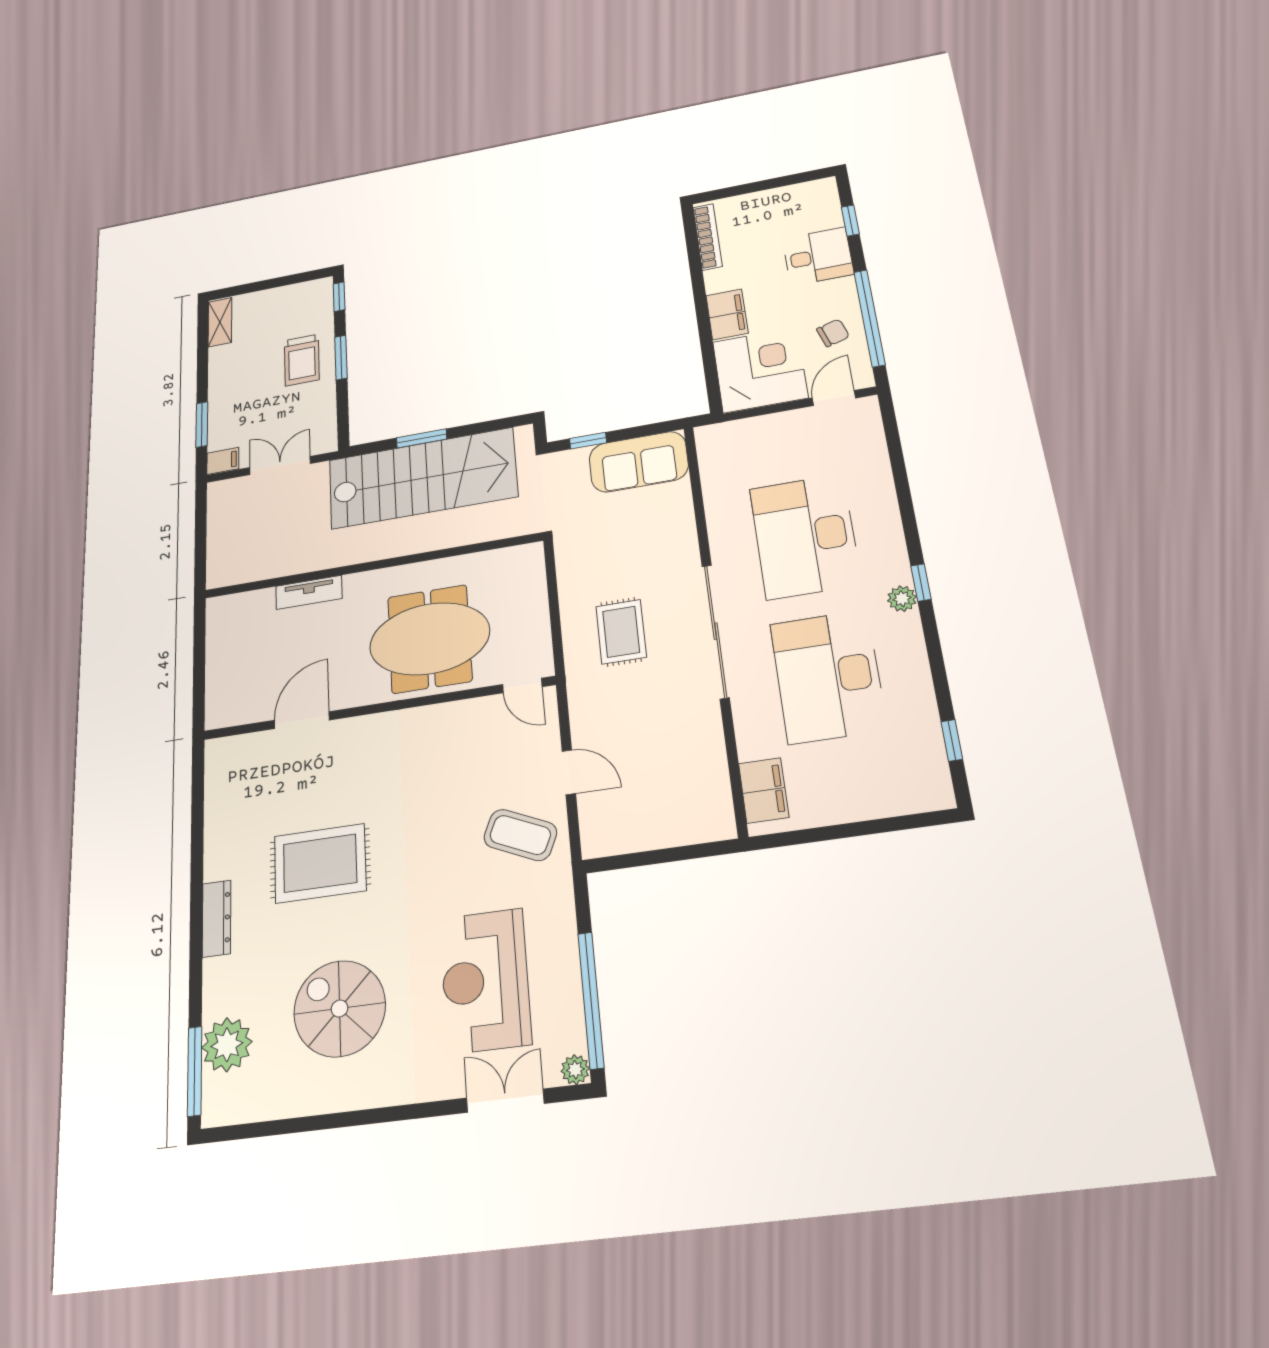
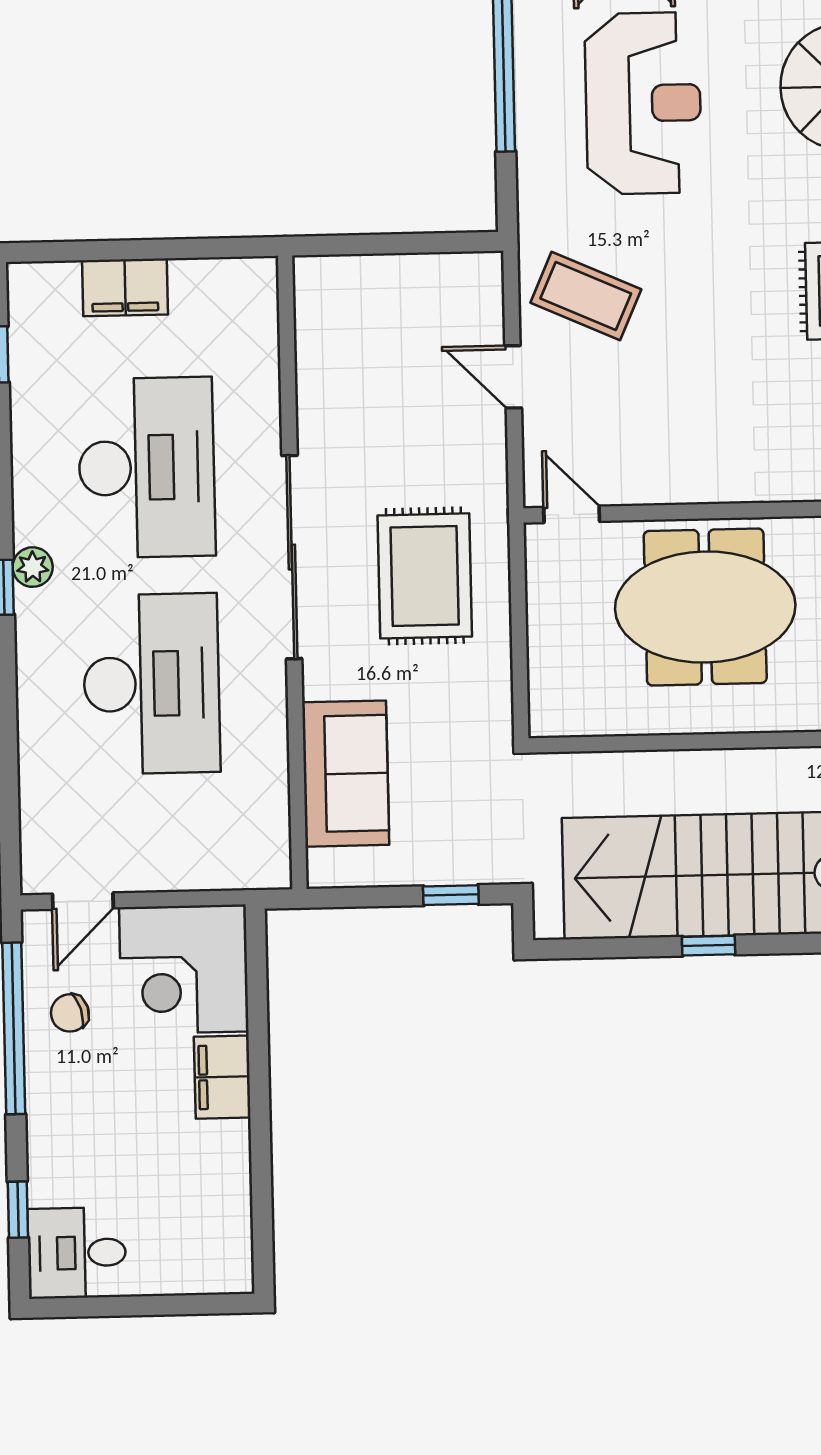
bookcase: (708, 237) -> (237, 1226), removed
desk: (818, 256) -> (77, 1253), moved
window: (422, 438) -> (709, 946), width x0.67
sofa: (639, 462) -> (346, 774), moved, turned 90
rug: (621, 632) -> (425, 576), width x1.36, depth x1.43
filing cabinet: (764, 790) -> (125, 287), moved, turned -90

